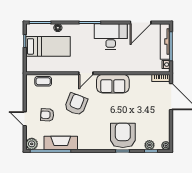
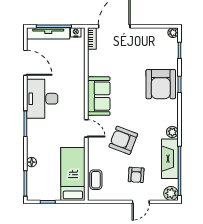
bed: (48, 46) -> (73, 174), moved
armchair: (123, 135) -> (161, 84), turned -90
plant: (149, 145) -> (172, 132), moved

